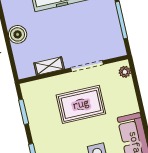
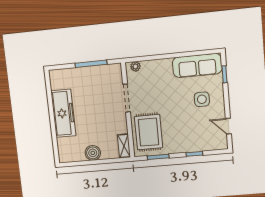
shelving: (49, 66) -> (124, 146), moved
rug: (81, 104) -> (148, 132), moved

